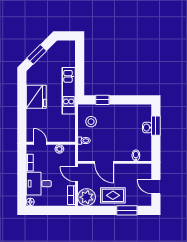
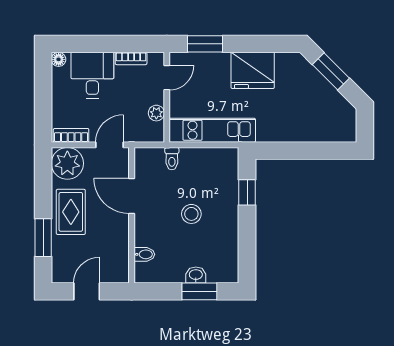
kitchen unit: (69, 91) -> (212, 130), moved
stool: (91, 122) -> (191, 214), moved
window: (22, 123) -> (205, 44), added
door: (104, 162) -> (132, 196), hinge flipped

